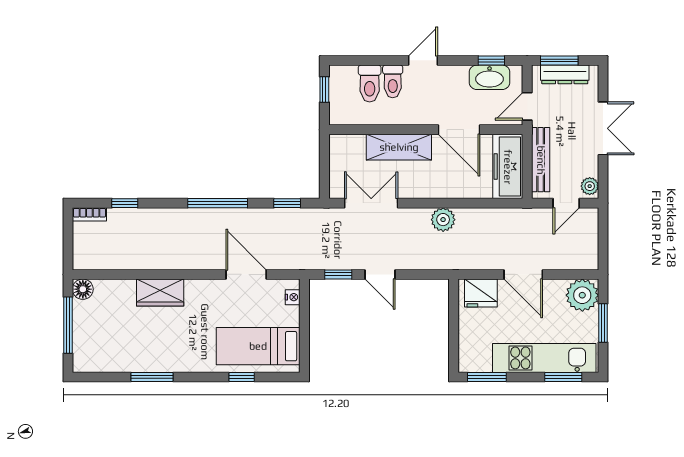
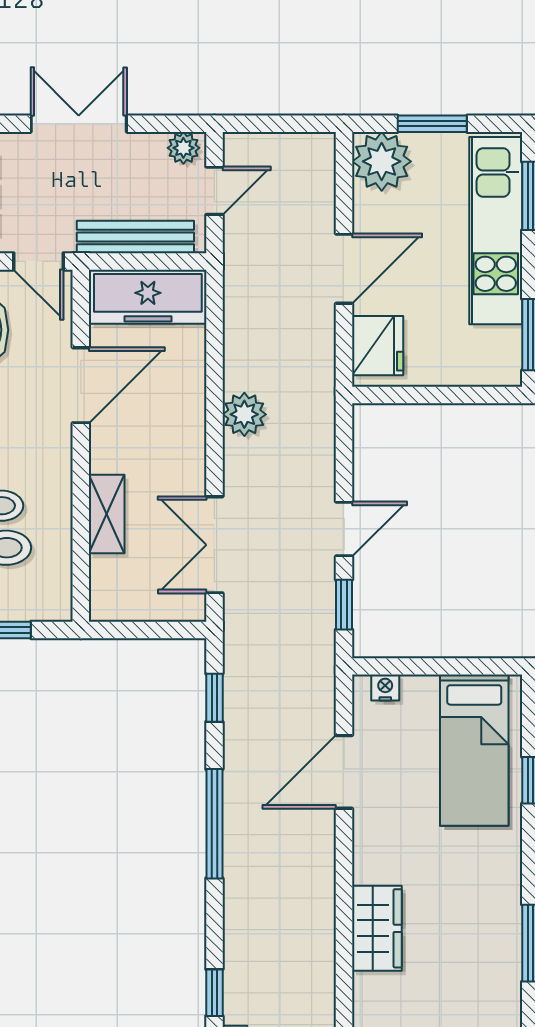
shelving: (399, 147) -> (107, 514), width x0.67, depth x0.75
door: (566, 203) -> (214, 191), hinge flipped

